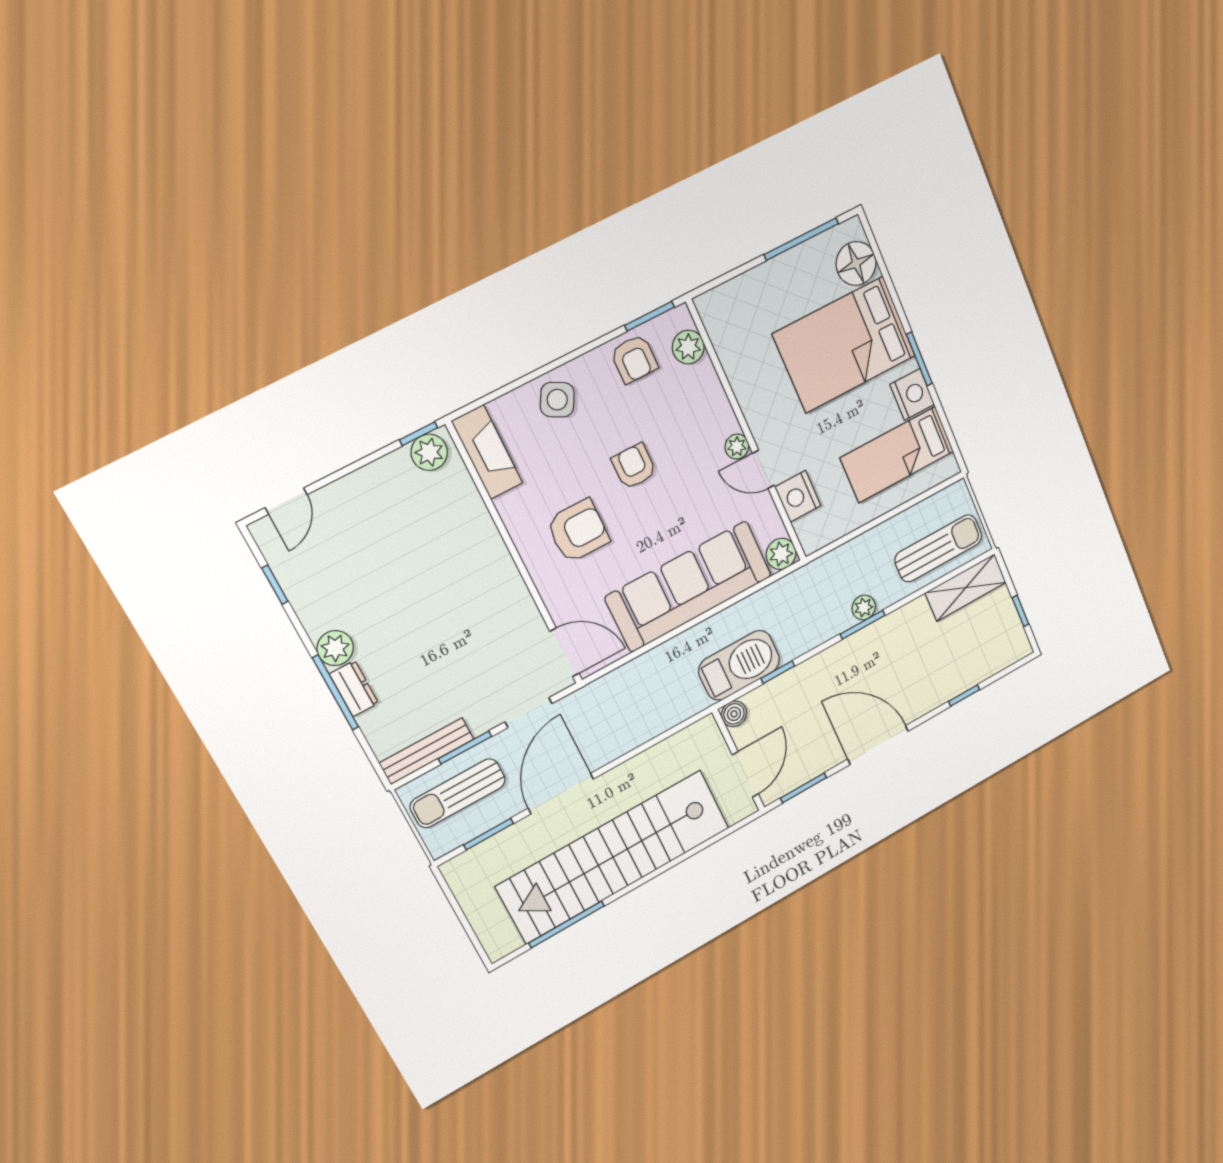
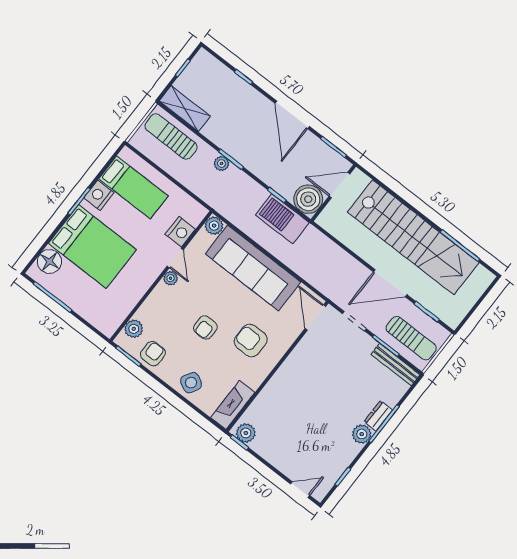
boiler: (734, 714) -> (308, 199), width x1.86, depth x1.86

